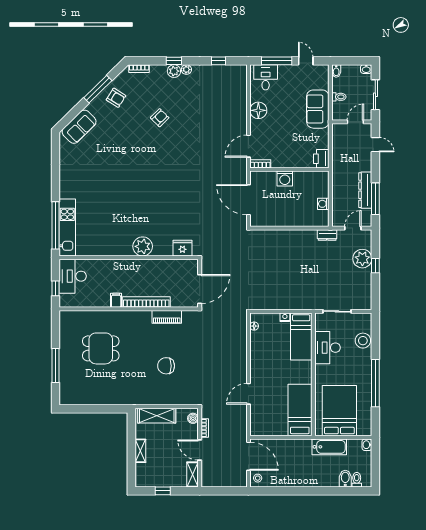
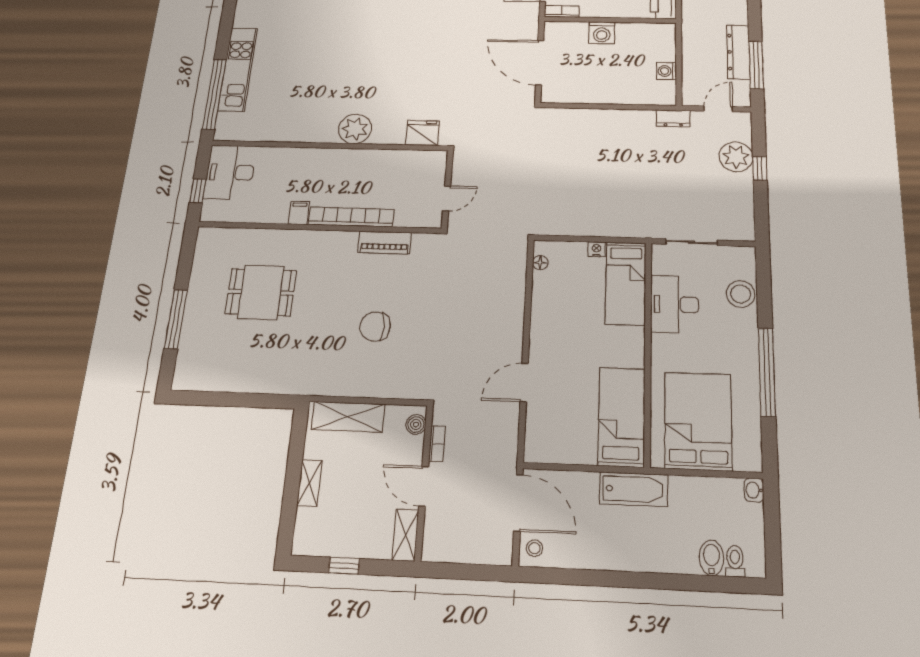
kitchen unit: (67, 227) -> (238, 69), moved
door: (200, 289) -> (447, 198), width x0.53
bathtub: (329, 447) -> (634, 489), moved

